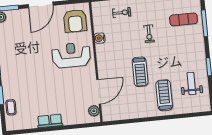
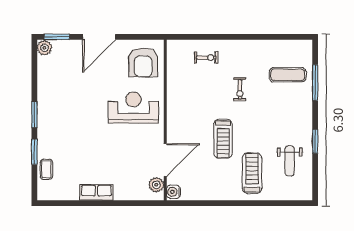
water cooler: (100, 38) -> (173, 192), moved
weight bench: (191, 83) -> (290, 161), turned 180

